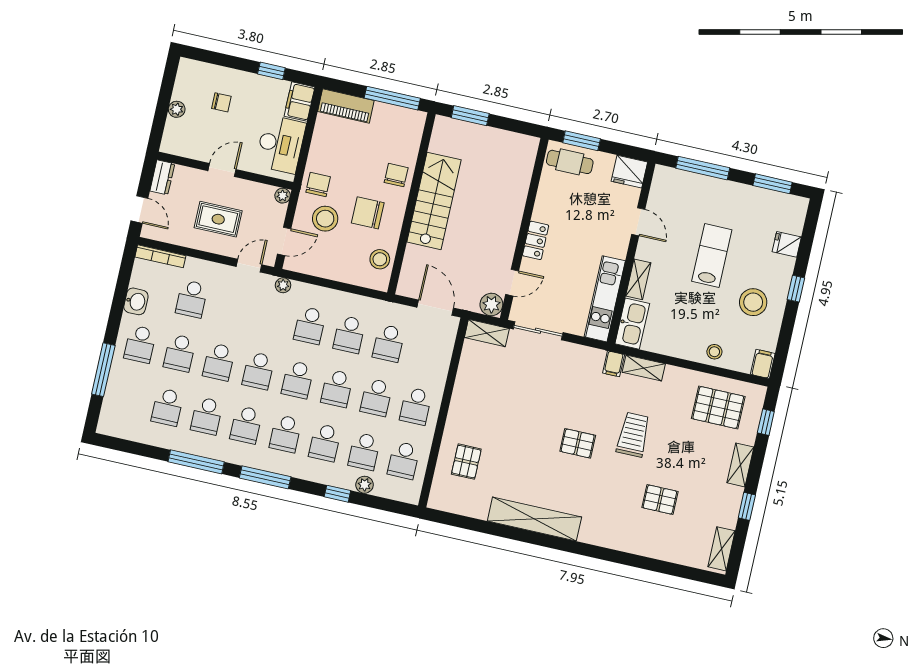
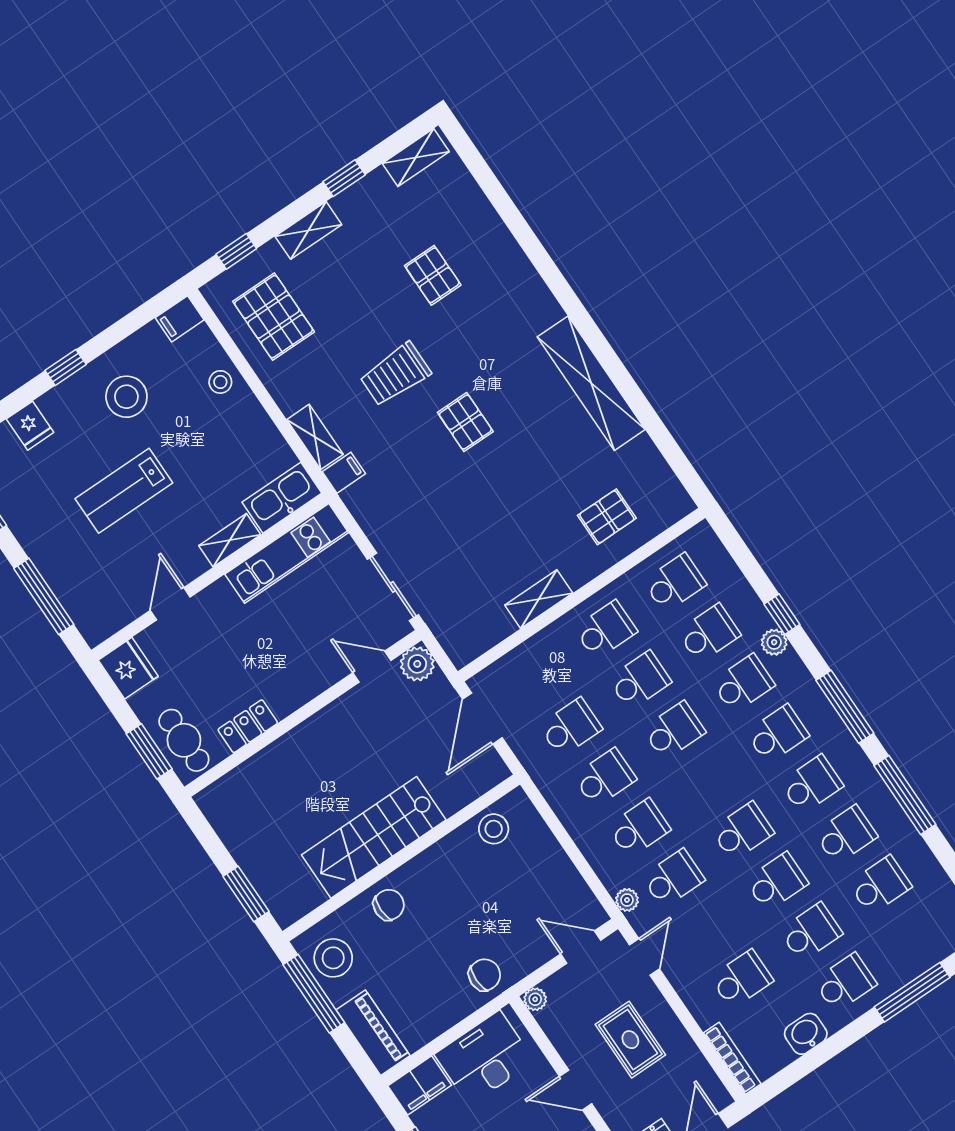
chair: (396, 175) -> (389, 905), turned 180
chair: (318, 184) -> (484, 975), turned 180
chair: (368, 213) -> (459, 892), removed
stool: (325, 219) -> (333, 958), moved
locker: (536, 240) -> (248, 726), moved
door: (249, 266) -> (644, 957), swing flipped
shelving: (487, 333) -> (539, 599), moved, turned 90
school desk: (298, 380) -> (673, 878), moved
plant: (365, 485) -> (774, 642), moved

